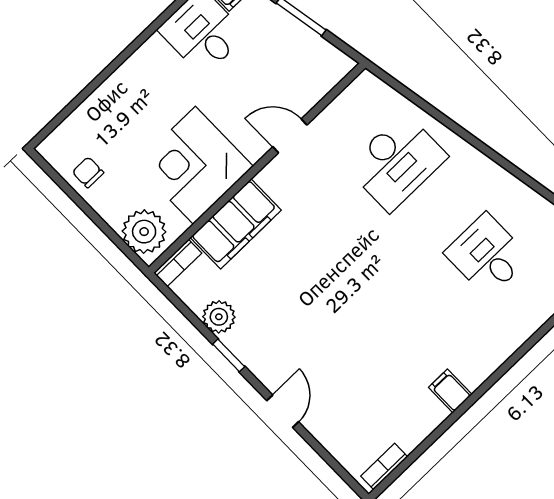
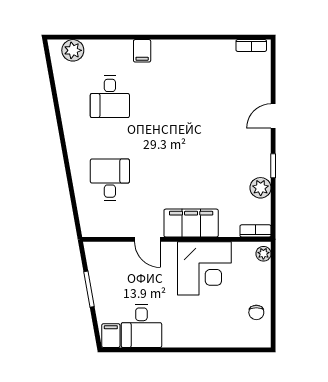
desk: (397, 162) -> (110, 180), width x0.73
filing cabinet: (236, 224) -> (191, 223), moved
plant: (144, 232) -> (263, 254), width x0.53, depth x0.53
filing cabinet: (450, 391) -> (142, 51), moved

